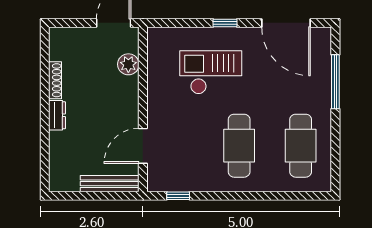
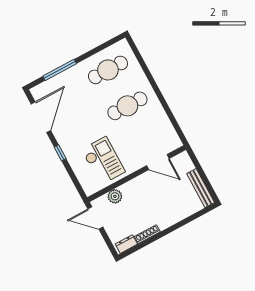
checkout: (211, 72) -> (103, 161), moved, turned 180
dresser: (57, 115) -> (126, 244), moved
bench: (110, 184) -> (201, 188), moved
window: (178, 196) -> (176, 126), removed

